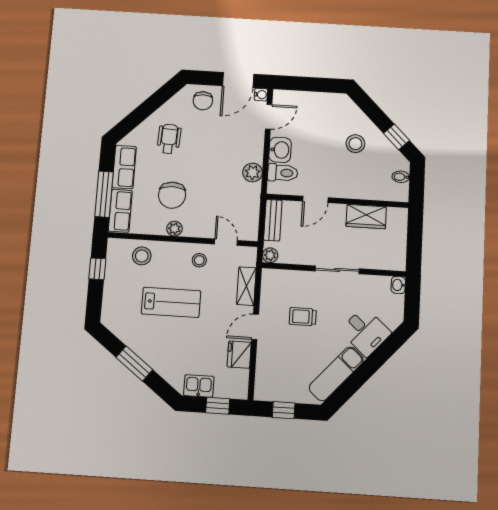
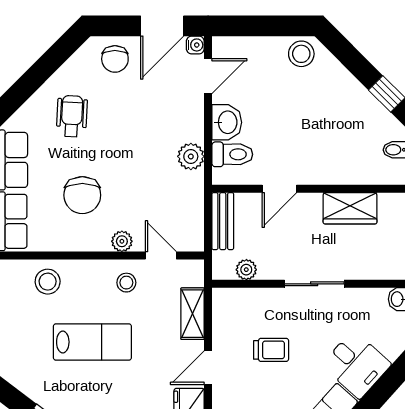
stool: (355, 144) -> (301, 54), moved
plant: (174, 229) -> (122, 241), moved
plant: (270, 255) -> (246, 270), moved
trolley: (303, 317) -> (271, 350), turned 180

